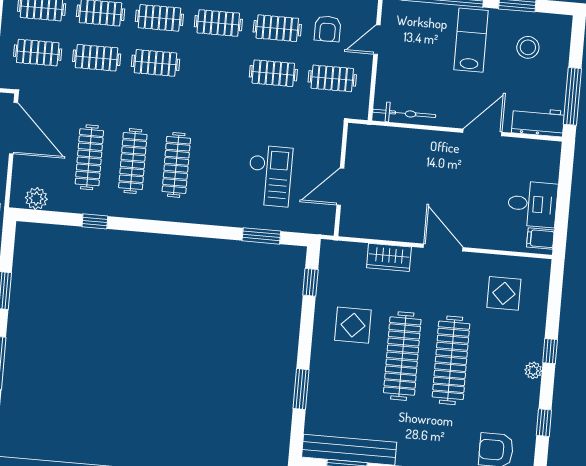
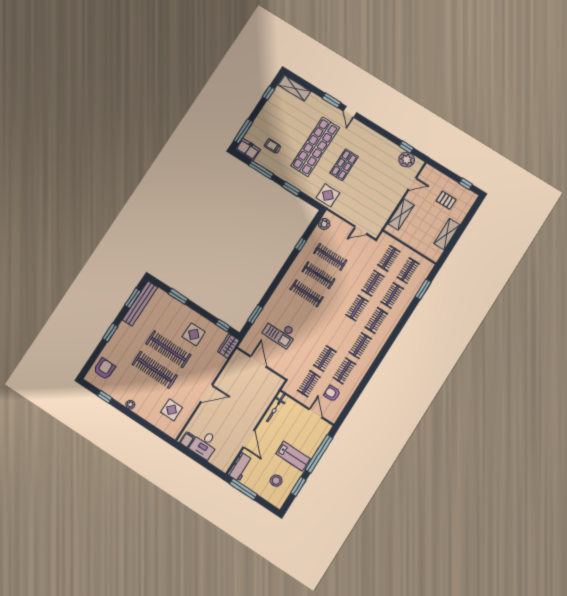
door: (14, 128) -> (361, 230), width x0.53
wardrobe: (389, 257) -> (229, 346), moved
window: (550, 351) -> (135, 417), removed

